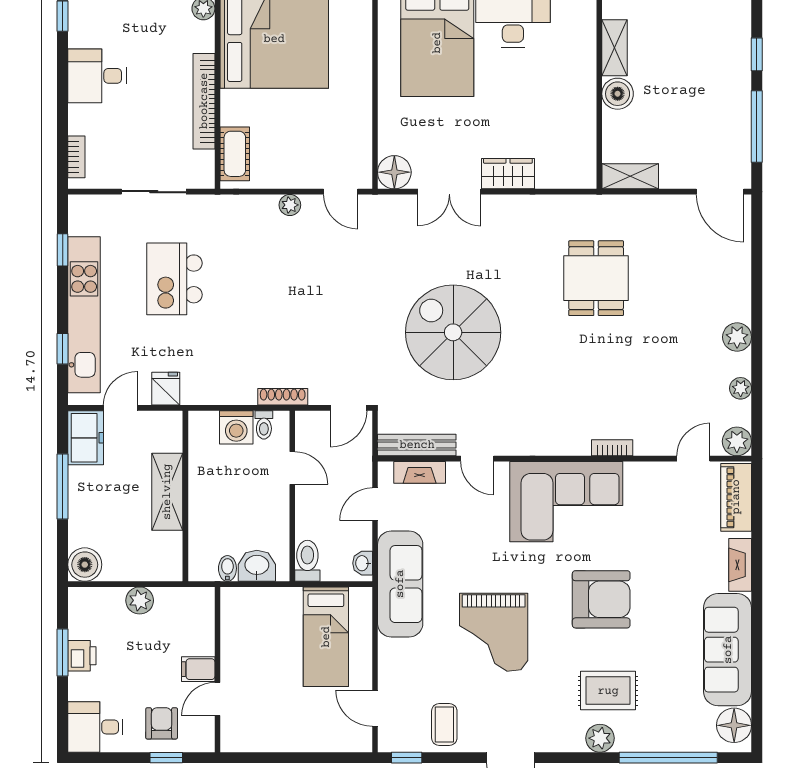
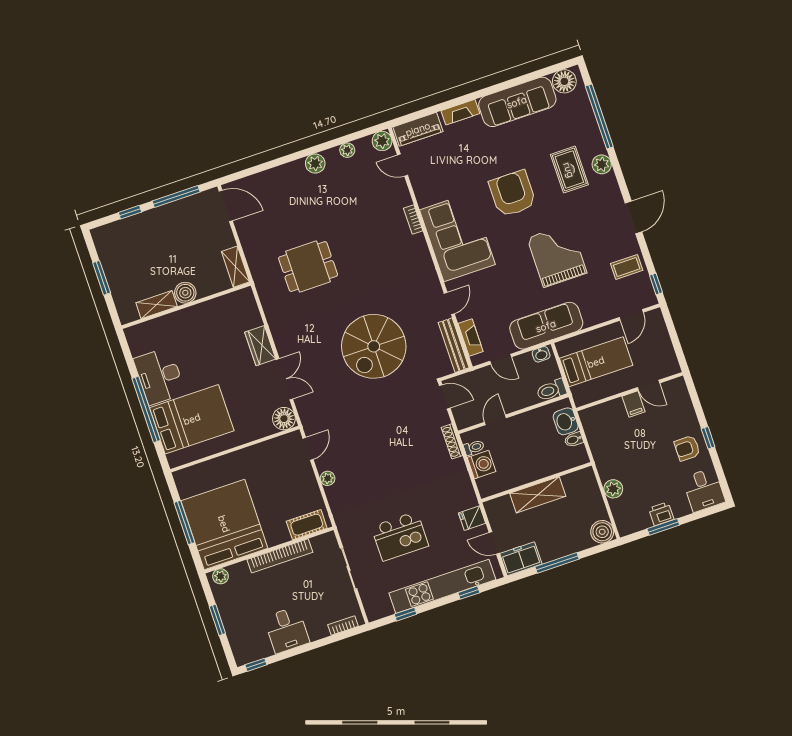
door: (720, 192) -> (226, 206), hinge flipped
grand piano: (494, 632) -> (557, 255), turned -90
filing cabinet: (198, 669) -> (634, 404), moved
wall: (217, 670) -> (630, 392), moved
door: (217, 699) -> (649, 385), moved

